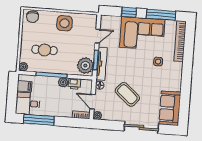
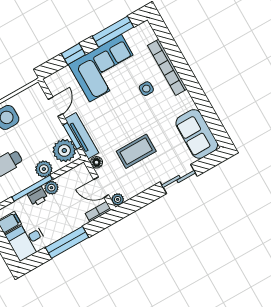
bookcase: (180, 41) -> (167, 67), moved
plant: (66, 68) -> (44, 169), added
printer: (75, 84) -> (38, 196), moved
coffee table: (127, 94) -> (136, 151), turned -41
window: (39, 120) -> (67, 242), moved
sliding door: (141, 127) -> (179, 179), width x0.73

